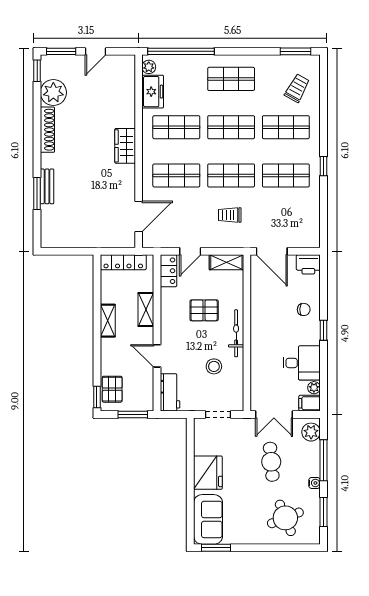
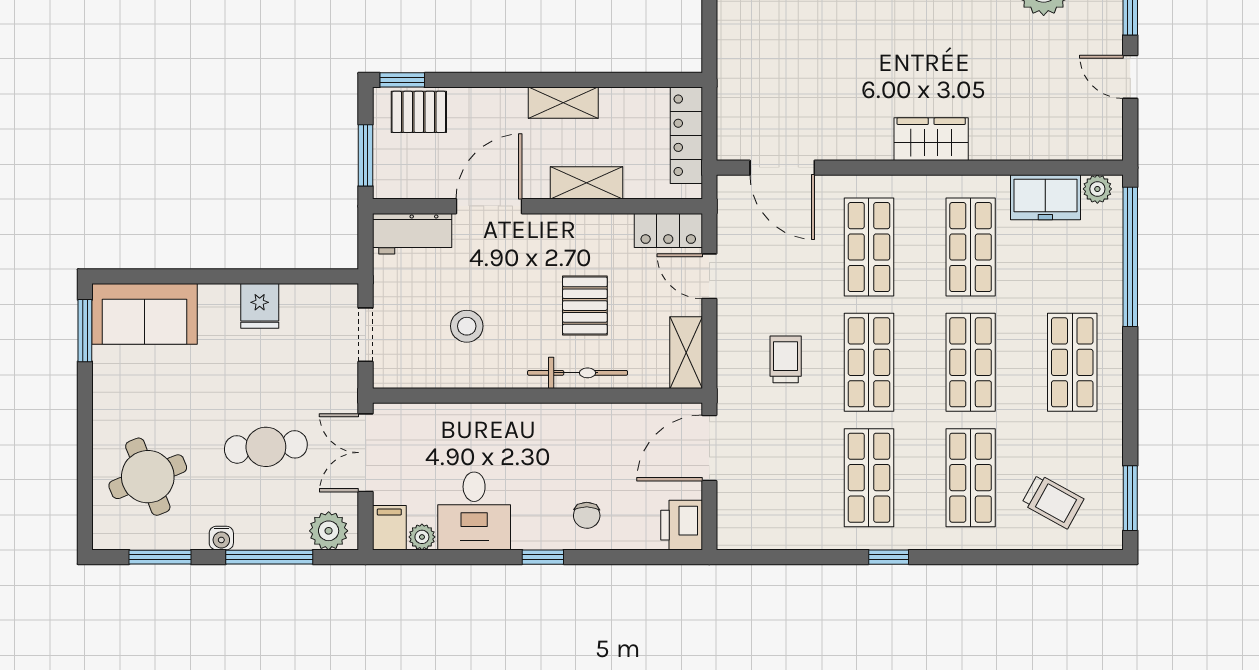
bicycle: (236, 333) -> (578, 373), moved
door: (157, 356) -> (489, 206), width x1.38
fridge: (208, 473) -> (260, 306), width x0.53, depth x0.75

